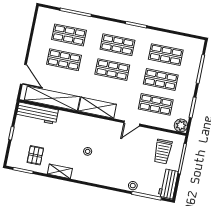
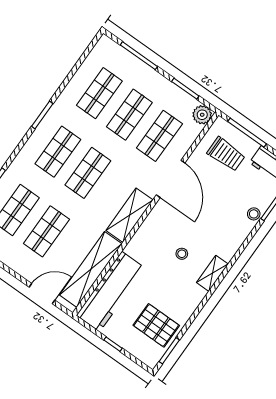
workbench: (37, 113) -> (111, 292), width x1.36, depth x1.32
door: (132, 123) -> (171, 179), width x1.87
pallet: (35, 155) -> (156, 325), width x1.50, depth x1.42
shelving: (60, 171) -> (212, 273), moved

